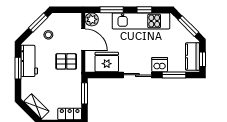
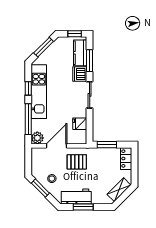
window: (112, 10) -> (28, 119), width x1.44
kitchen counter: (193, 57) -> (80, 53), moved, turned 90
pallet: (66, 61) -> (77, 162), turned 90
fridge: (107, 62) -> (80, 124), width x0.53, depth x0.75

